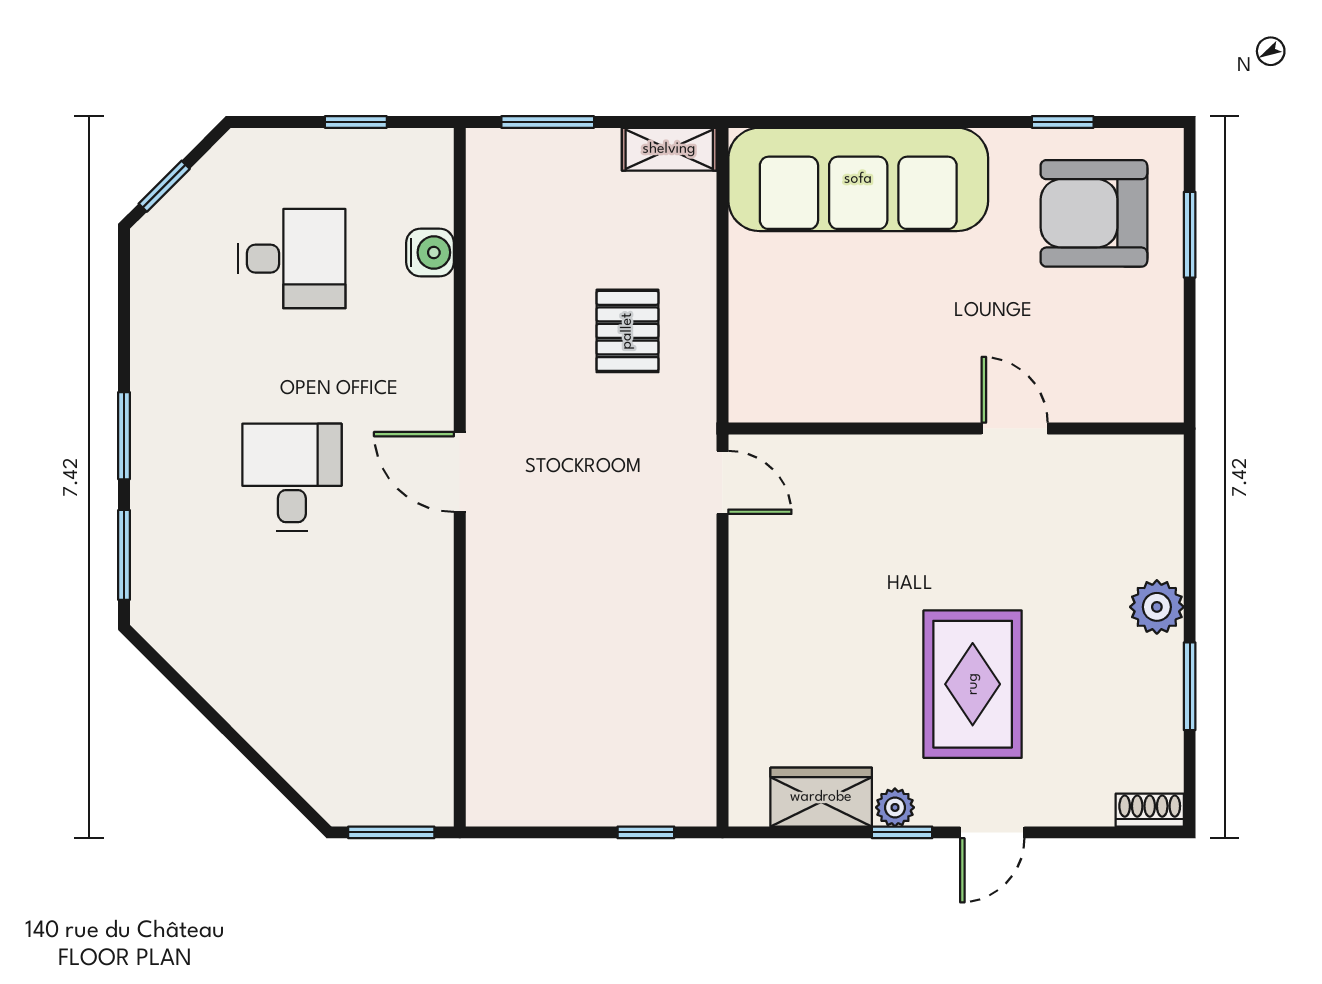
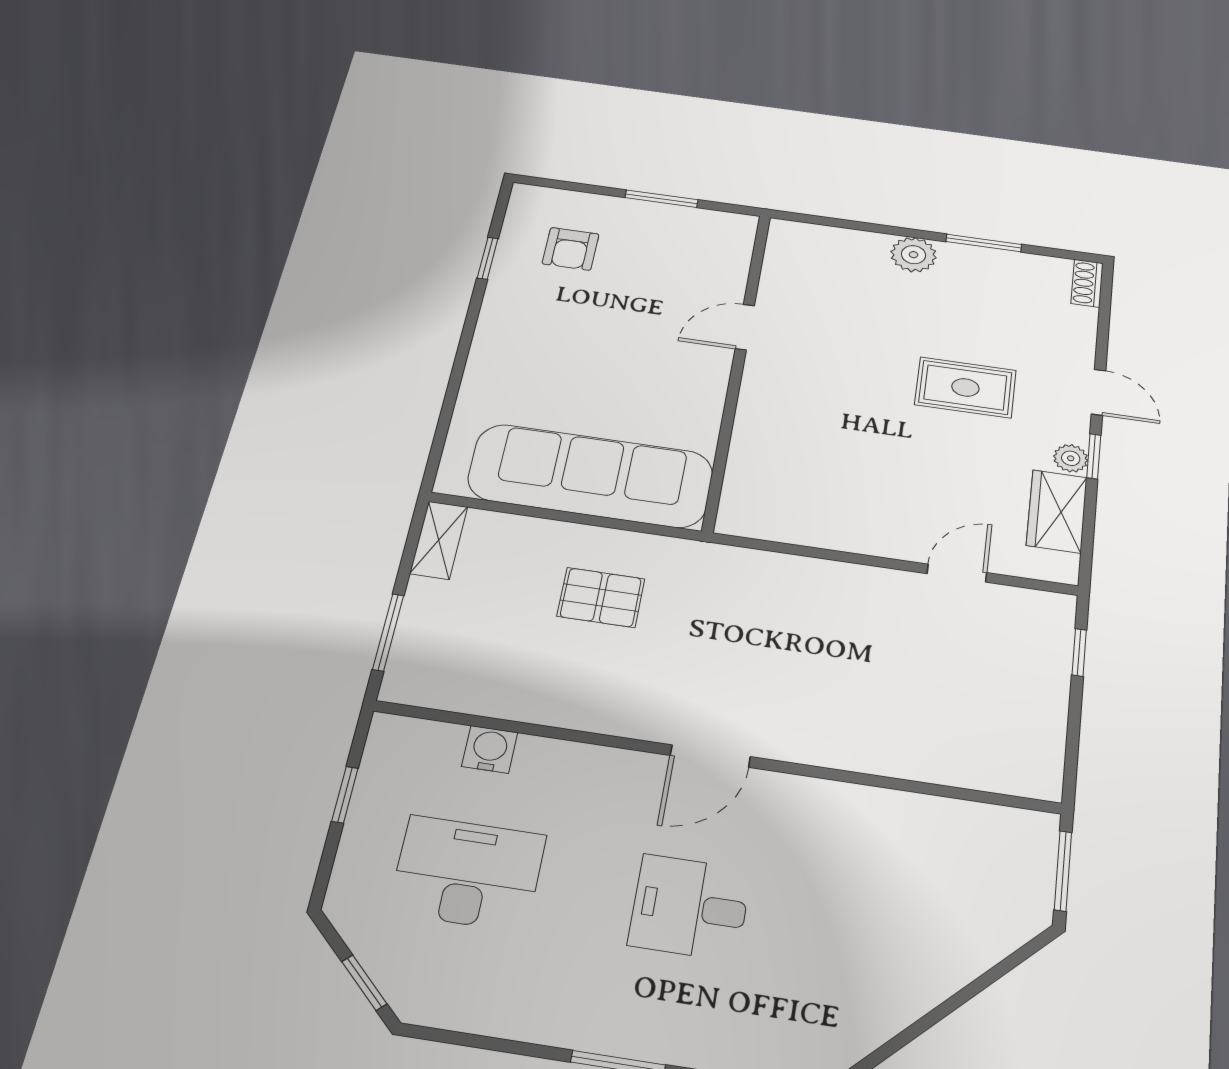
sofa: (858, 179) -> (591, 476), moved, turned -90
armchair: (1094, 213) -> (571, 249), width x0.53, depth x0.53
window: (1190, 235) -> (661, 199), moved
desk: (292, 259) -> (467, 873), width x1.37
door: (722, 482) -> (957, 573), moved
rug: (973, 684) -> (965, 387), width x0.73, depth x0.70

